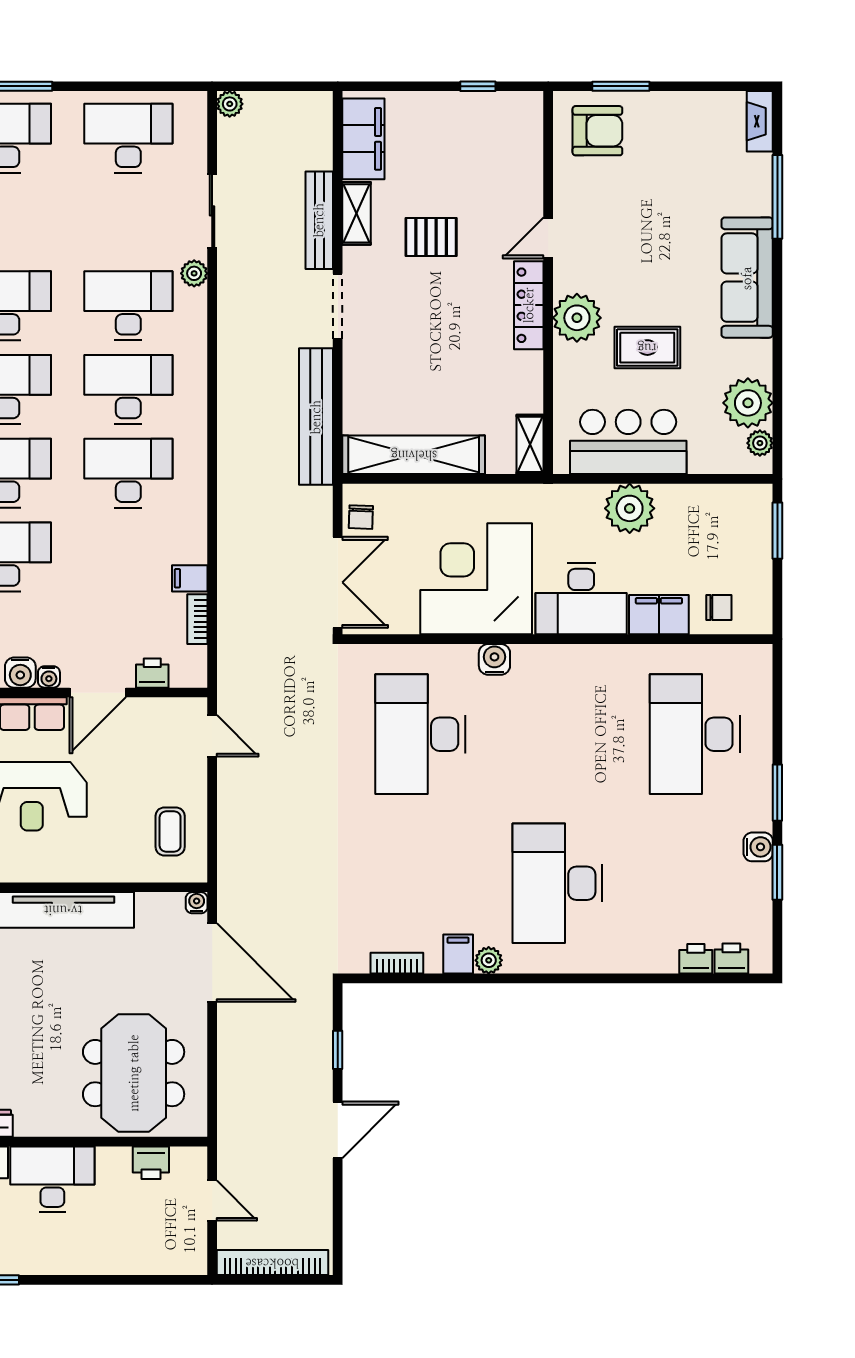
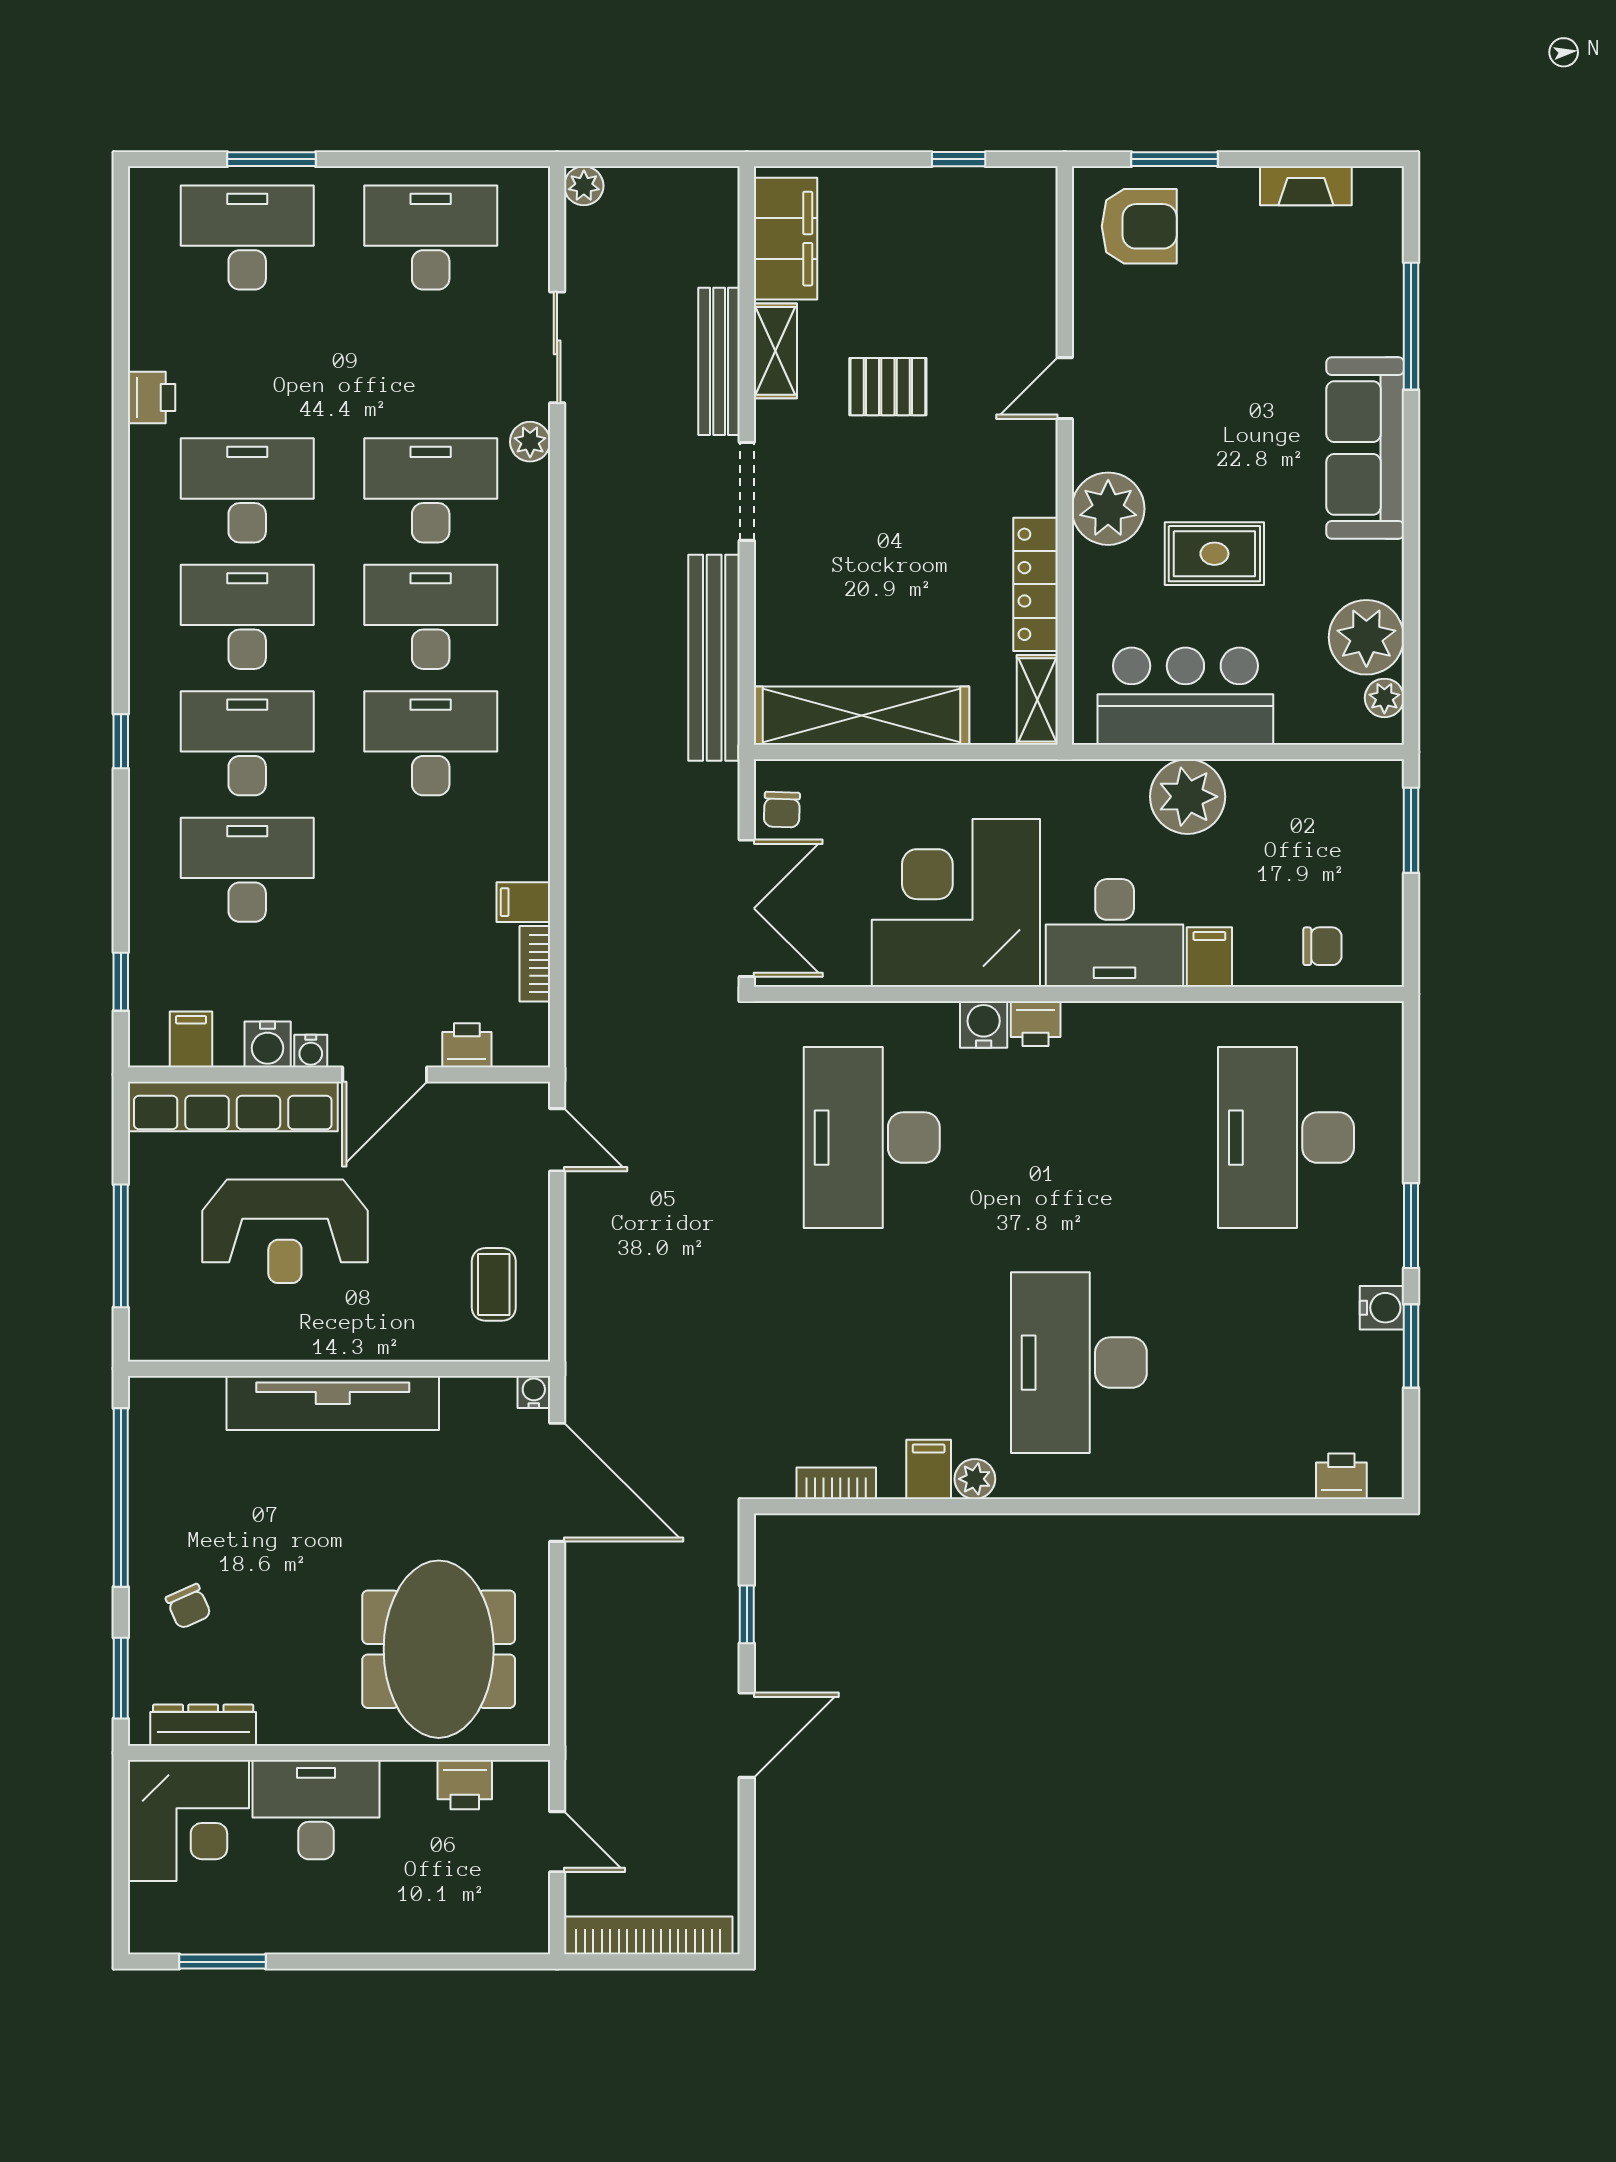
fireplace: (760, 121) -> (1306, 186), moved, turned -90
locker: (529, 305) -> (1035, 584), moved
filing cabinet: (659, 615) -> (1209, 957), width x0.50
printer: (696, 959) -> (1036, 1024), moved, turned 180

